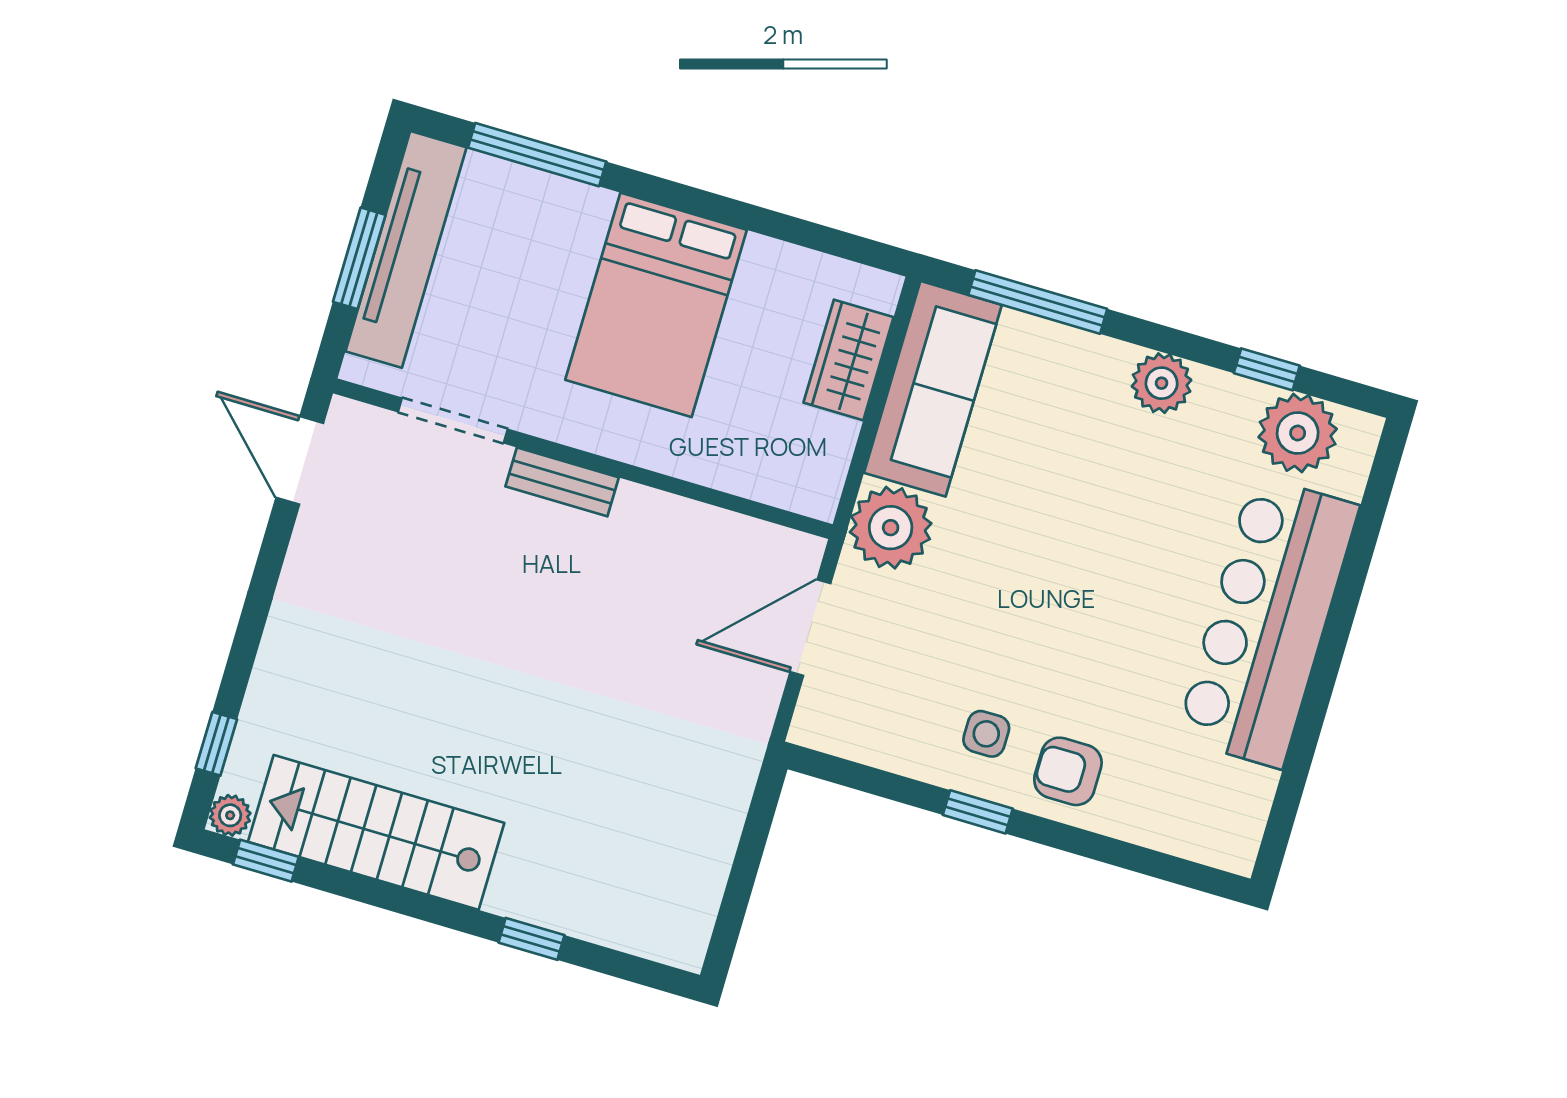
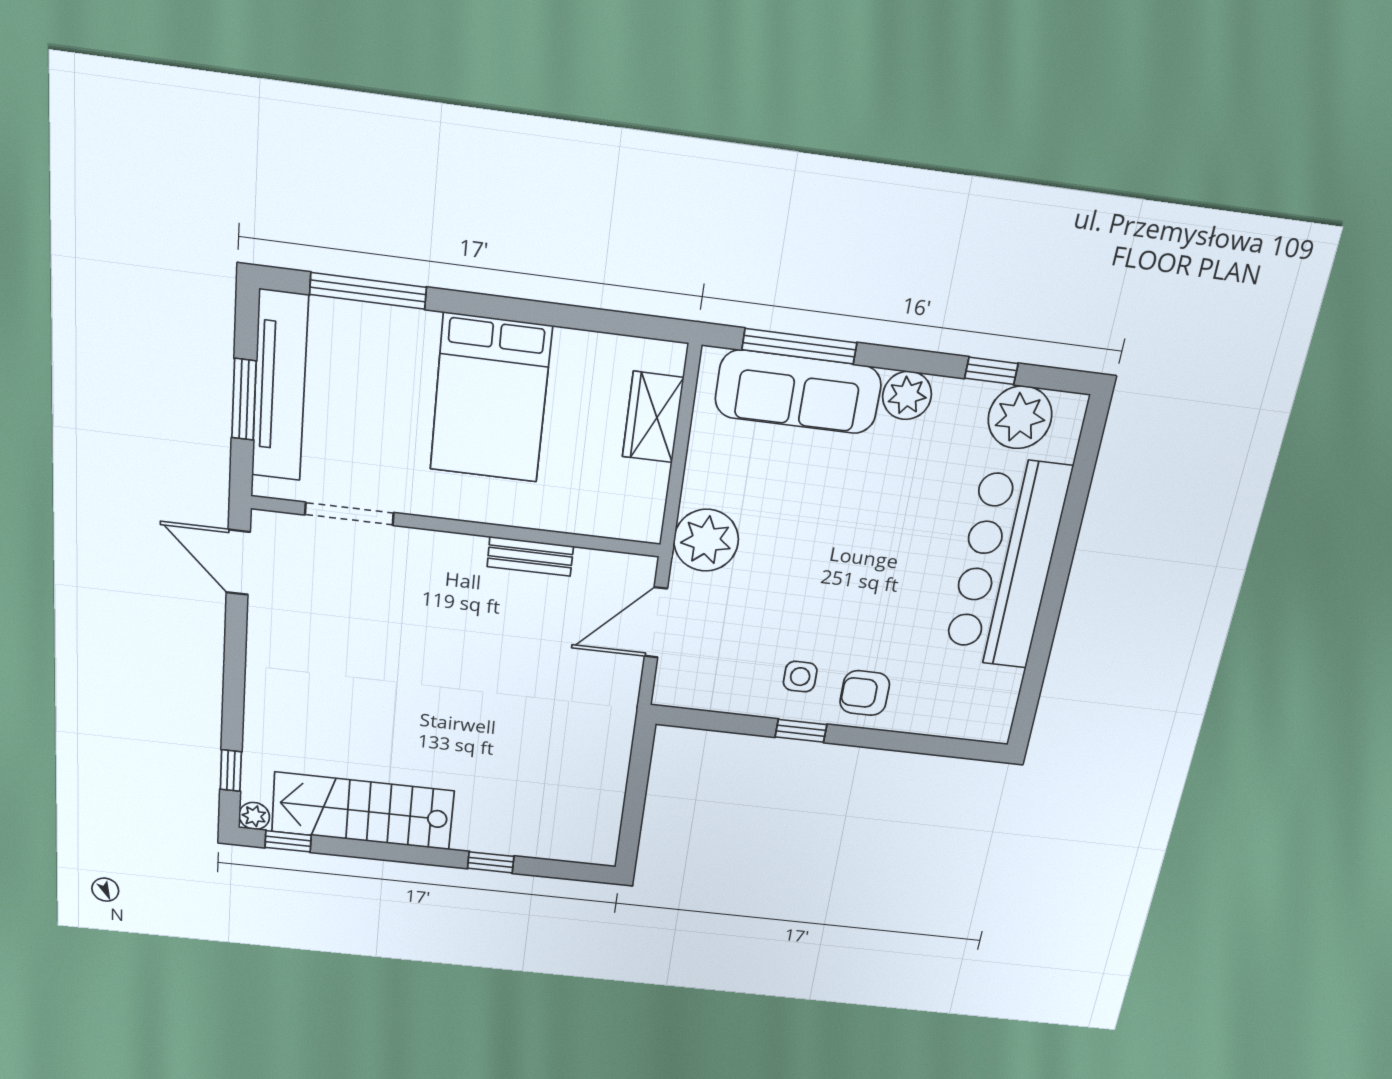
sofa: (933, 389) -> (798, 392), moved, turned 90
bench: (562, 482) -> (530, 556), moved

